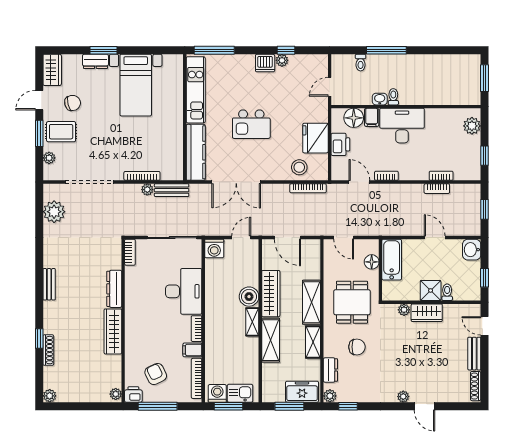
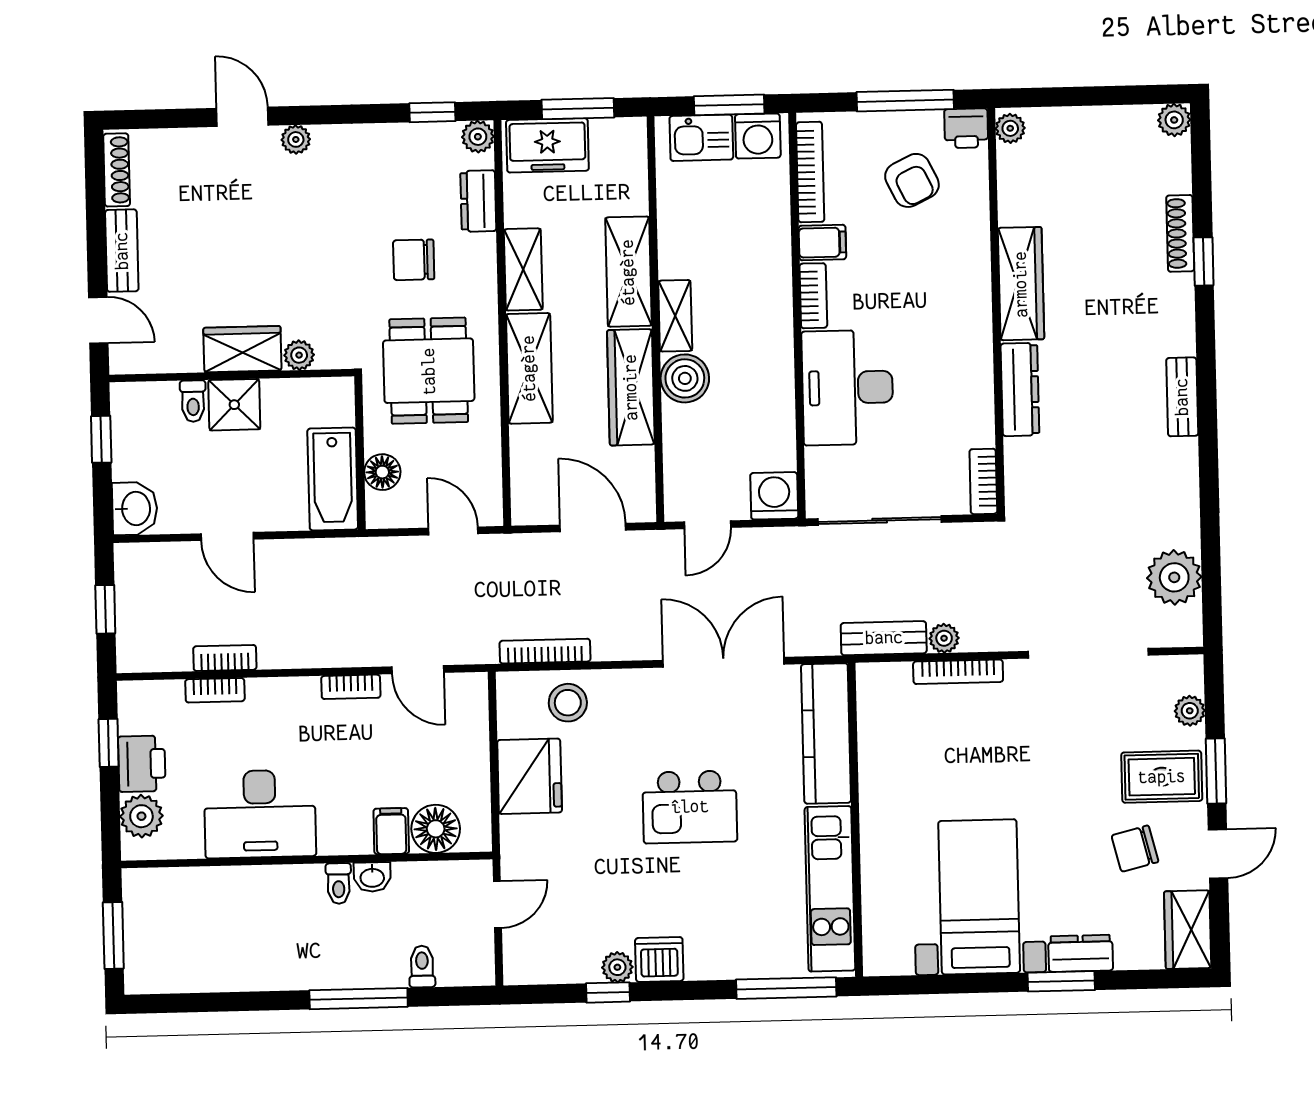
kitchen island: (251, 124) -> (690, 807), turned 180
desk: (402, 126) -> (260, 814), moved
printer: (340, 144) -> (142, 764), moved, turned 180

